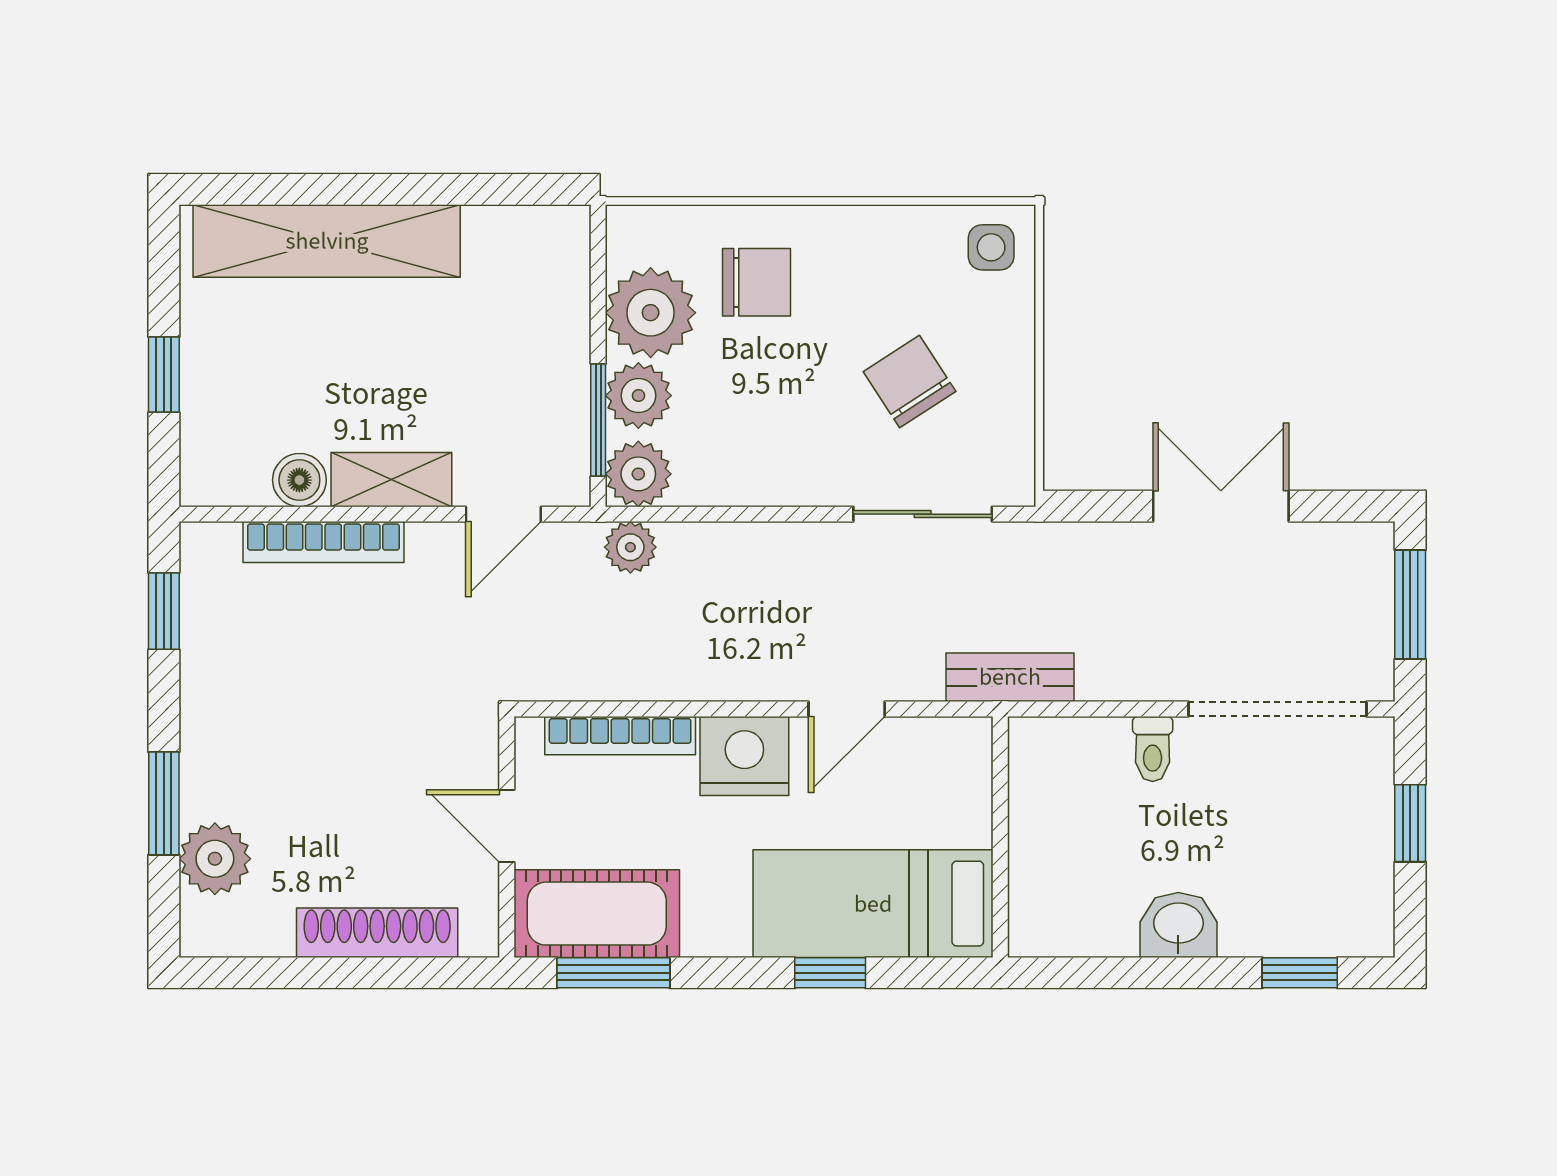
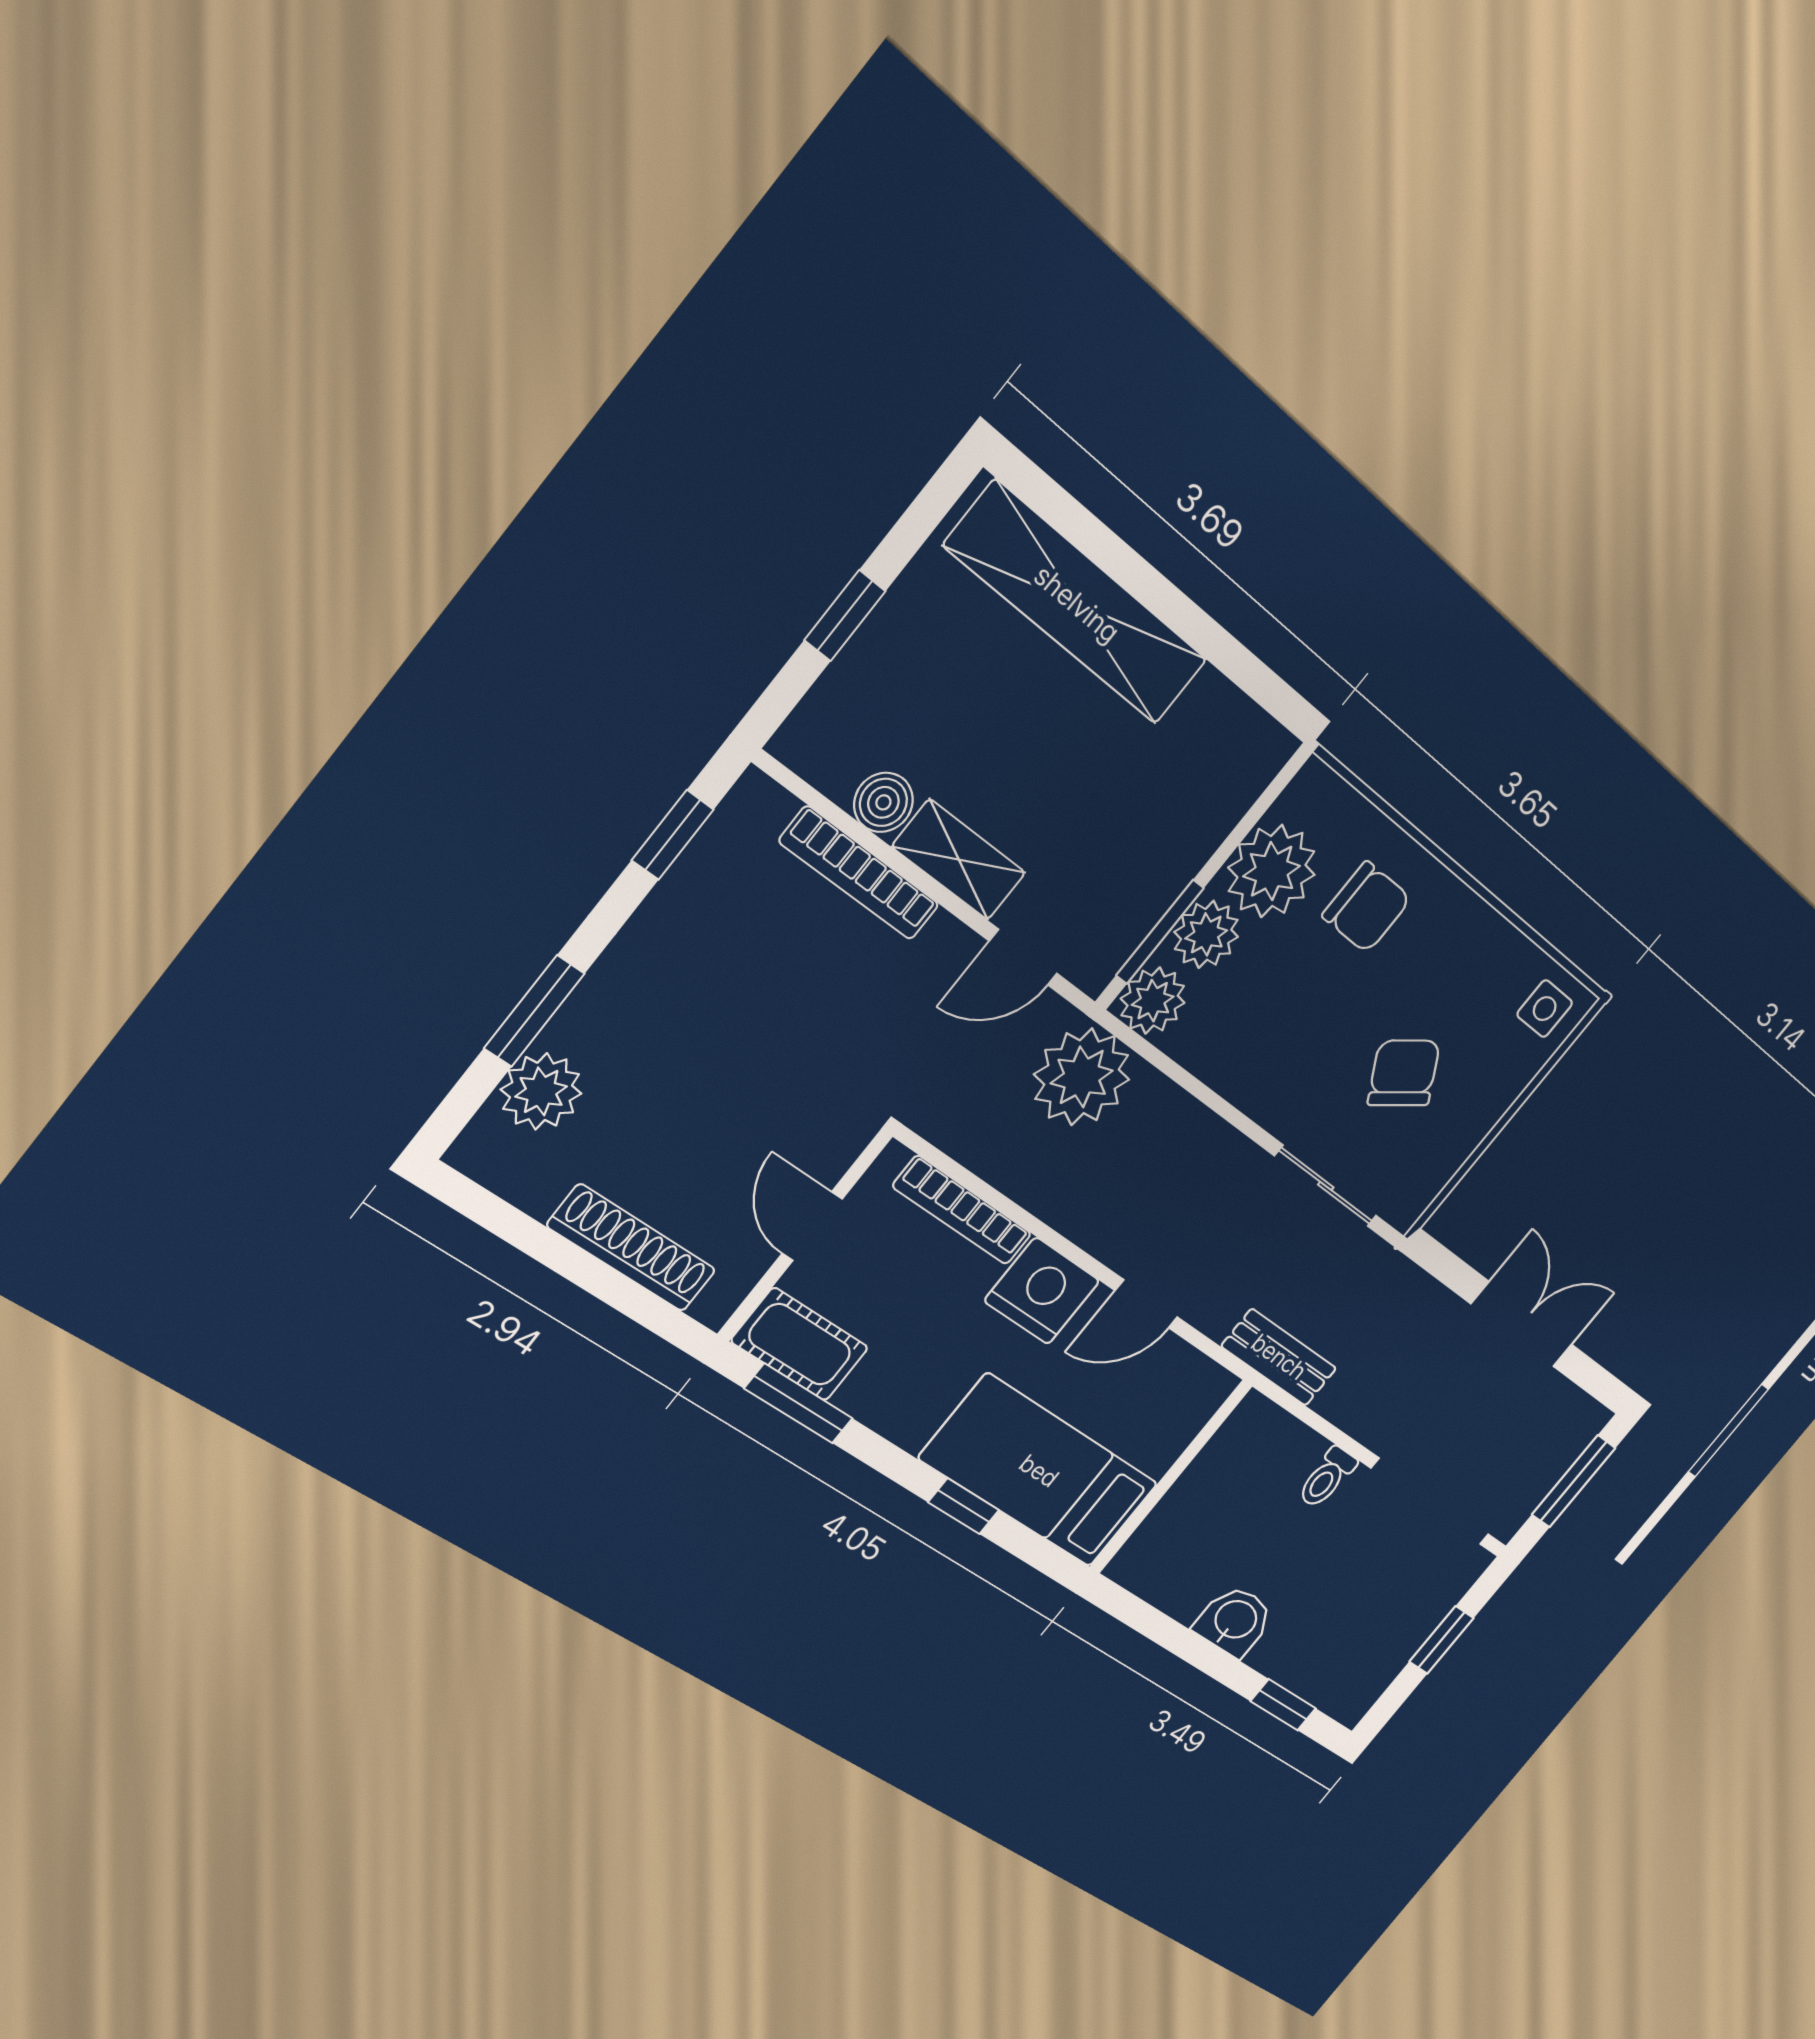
plant: (630, 547) -> (1082, 1077), width x1.88, depth x1.88
cot: (597, 914) -> (800, 1344), width x0.73, depth x0.75

